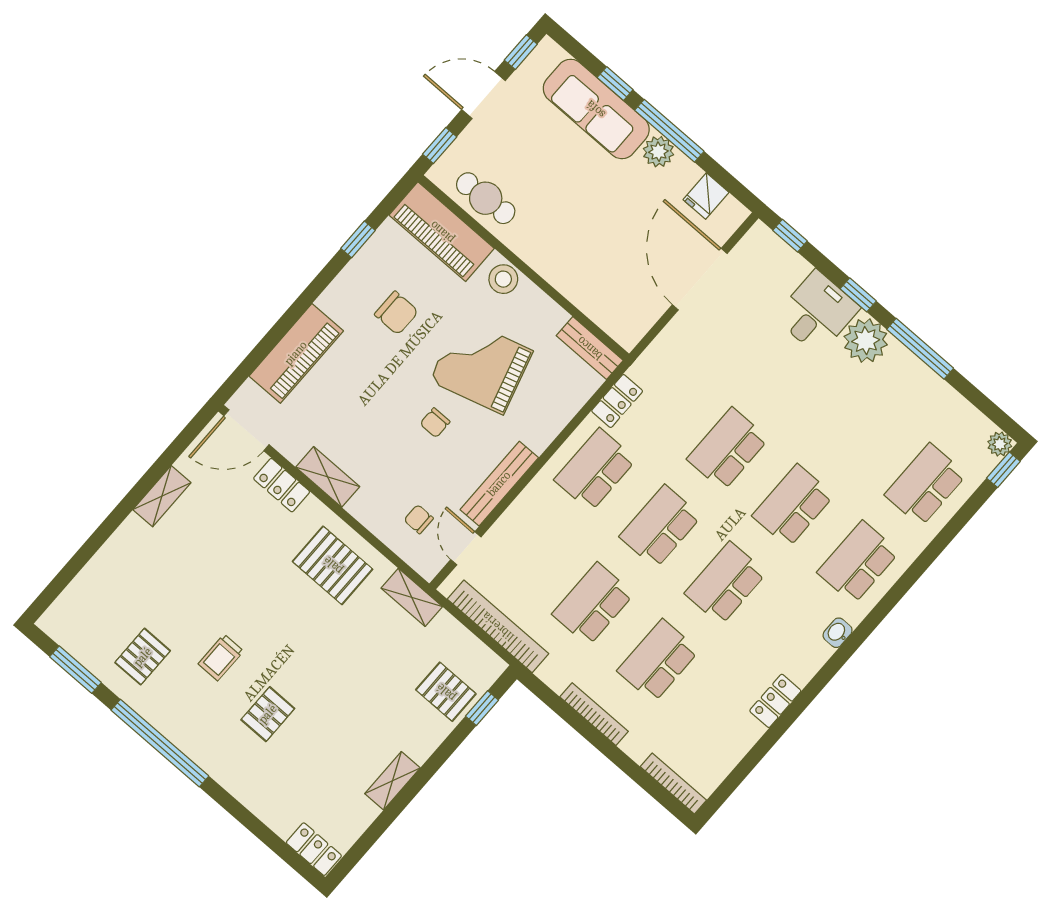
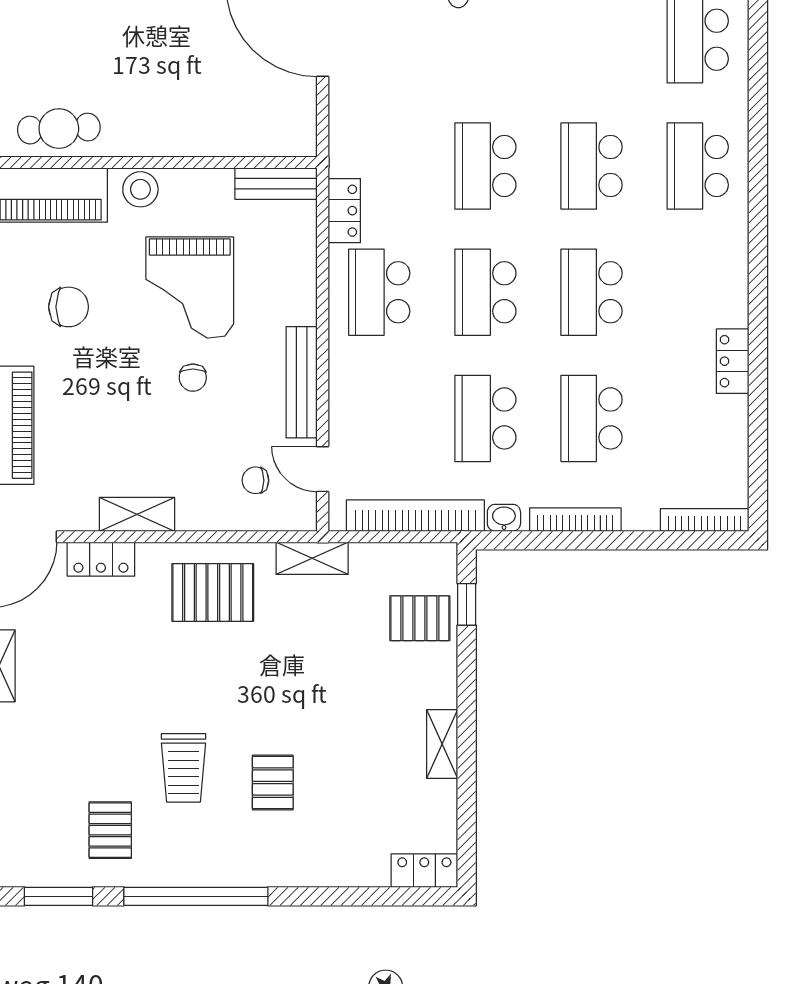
grand piano: (481, 366) -> (190, 288), turned -74
washbasin: (838, 633) -> (504, 518), moved, turned 90
trolley: (221, 657) -> (183, 768), width x1.36, depth x1.39

